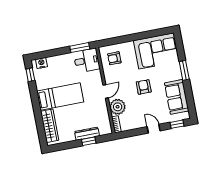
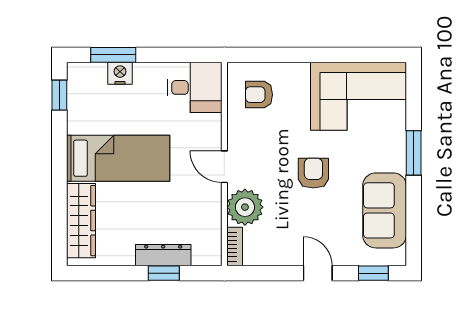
window: (80, 48) -> (113, 55), moved
nightstand: (41, 63) -> (120, 73), moved
door: (106, 91) -> (224, 167), swing flipped

